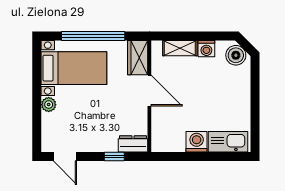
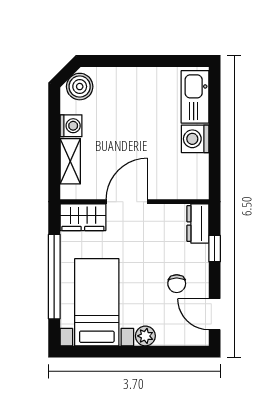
chair: (88, 128) -> (177, 284), added
door: (65, 157) -> (215, 314), swing flipped

